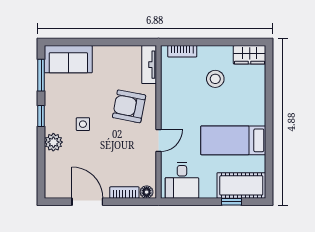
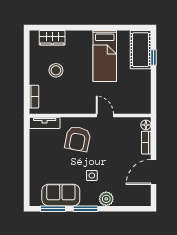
wardrobe: (250, 55) -> (52, 38), moved, turned 90
sofa: (68, 59) -> (61, 195), moved, turned -90
window: (41, 116) -> (85, 209), width x1.50
desk: (182, 180) -> (137, 97), removed

